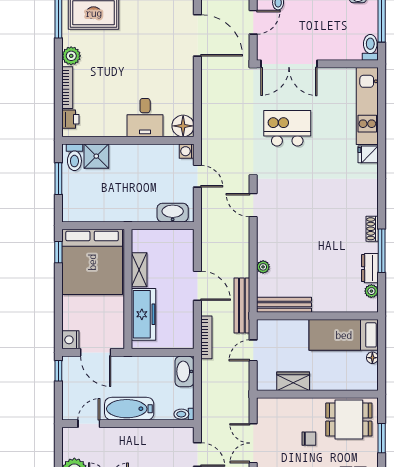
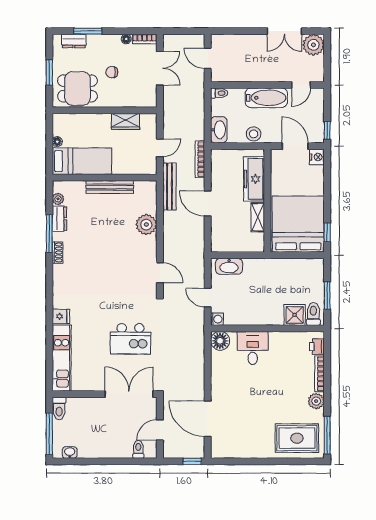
plant: (263, 267) -> (146, 225), width x1.87, depth x1.87
bench: (284, 305) -> (110, 187), moved
stool: (144, 367) -> (254, 134), added

